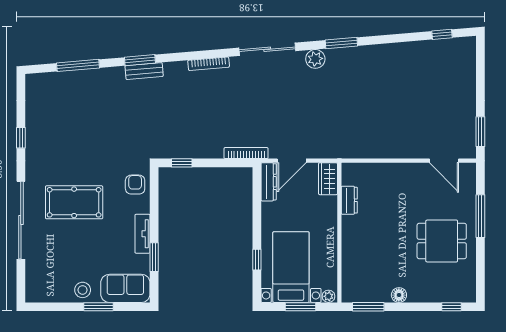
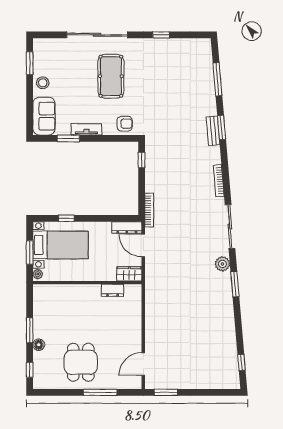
floor lamp: (399, 295) -> (39, 345), moved
window: (99, 307) -> (30, 63), moved
window: (368, 307) -> (30, 330), moved

